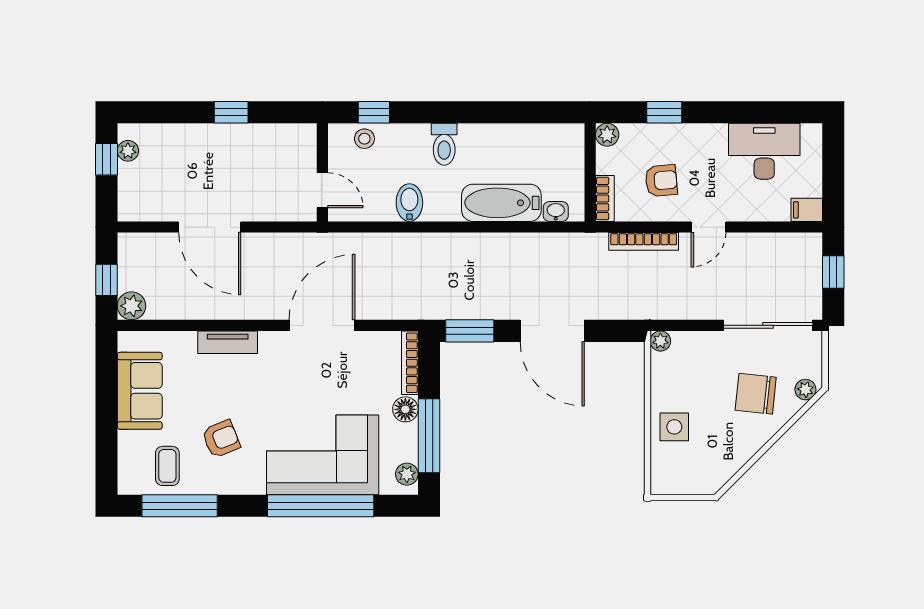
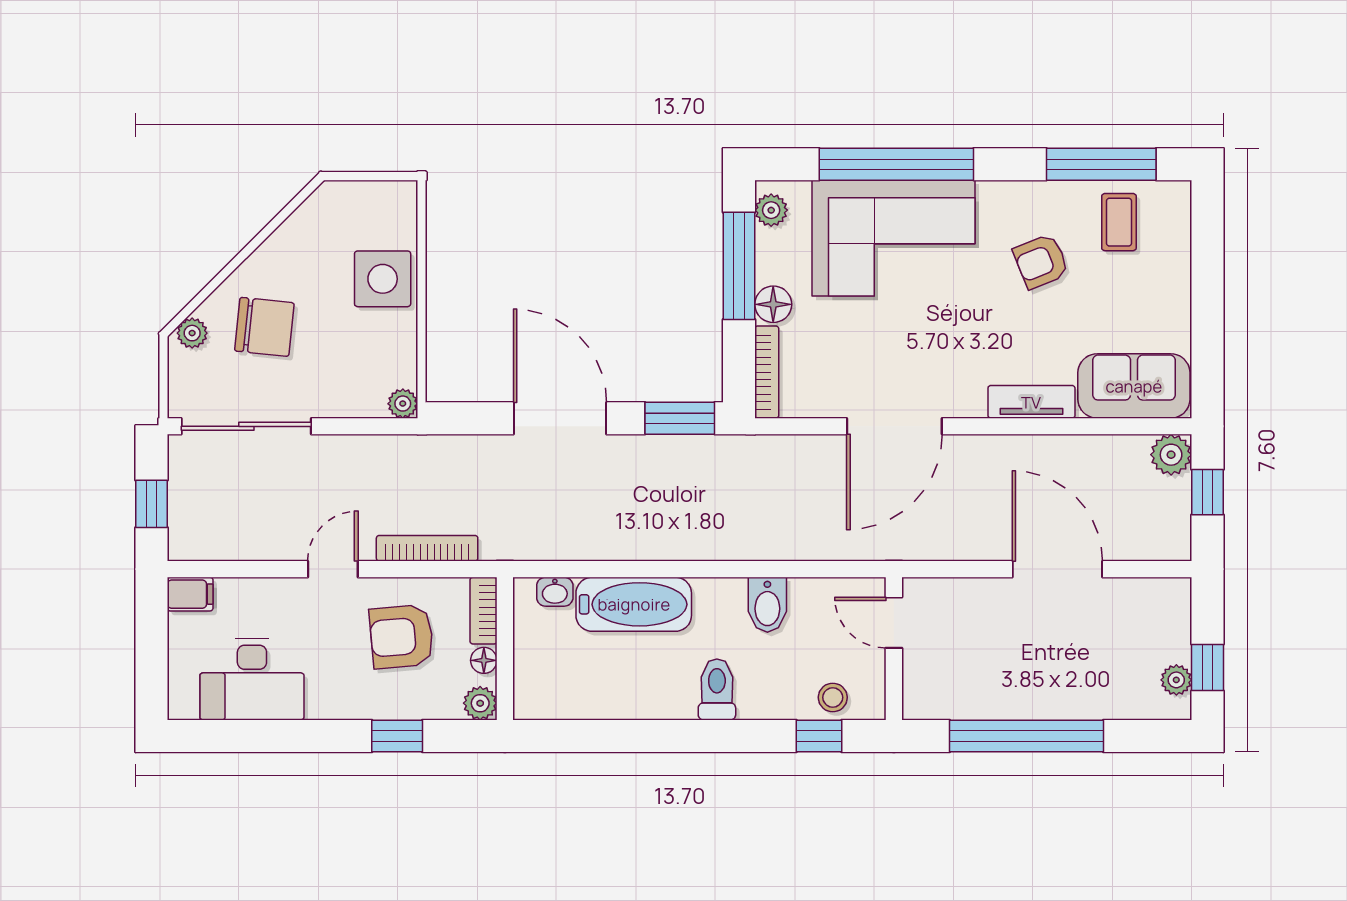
window: (231, 112) -> (1026, 736), width x3.17
floor lamp: (605, 164) -> (484, 660), added
armchair: (661, 181) -> (402, 637), width x1.38, depth x1.38
sofa: (140, 391) -> (1134, 386), moved, turned 90
side table: (674, 427) -> (383, 279), width x1.37, depth x1.37

